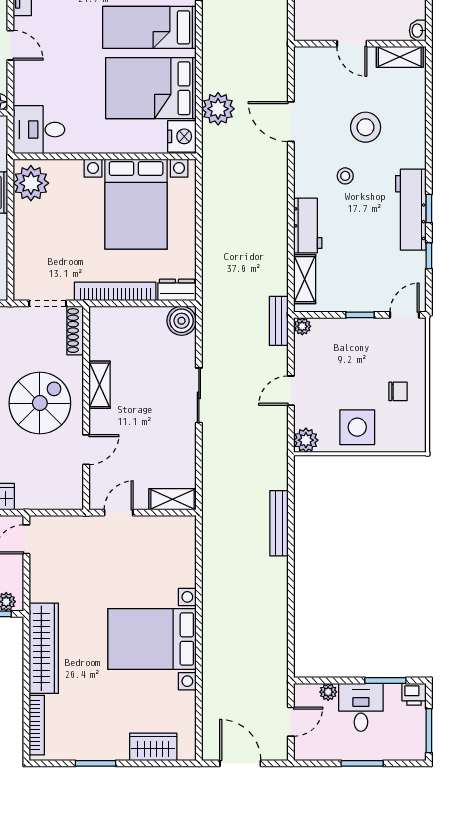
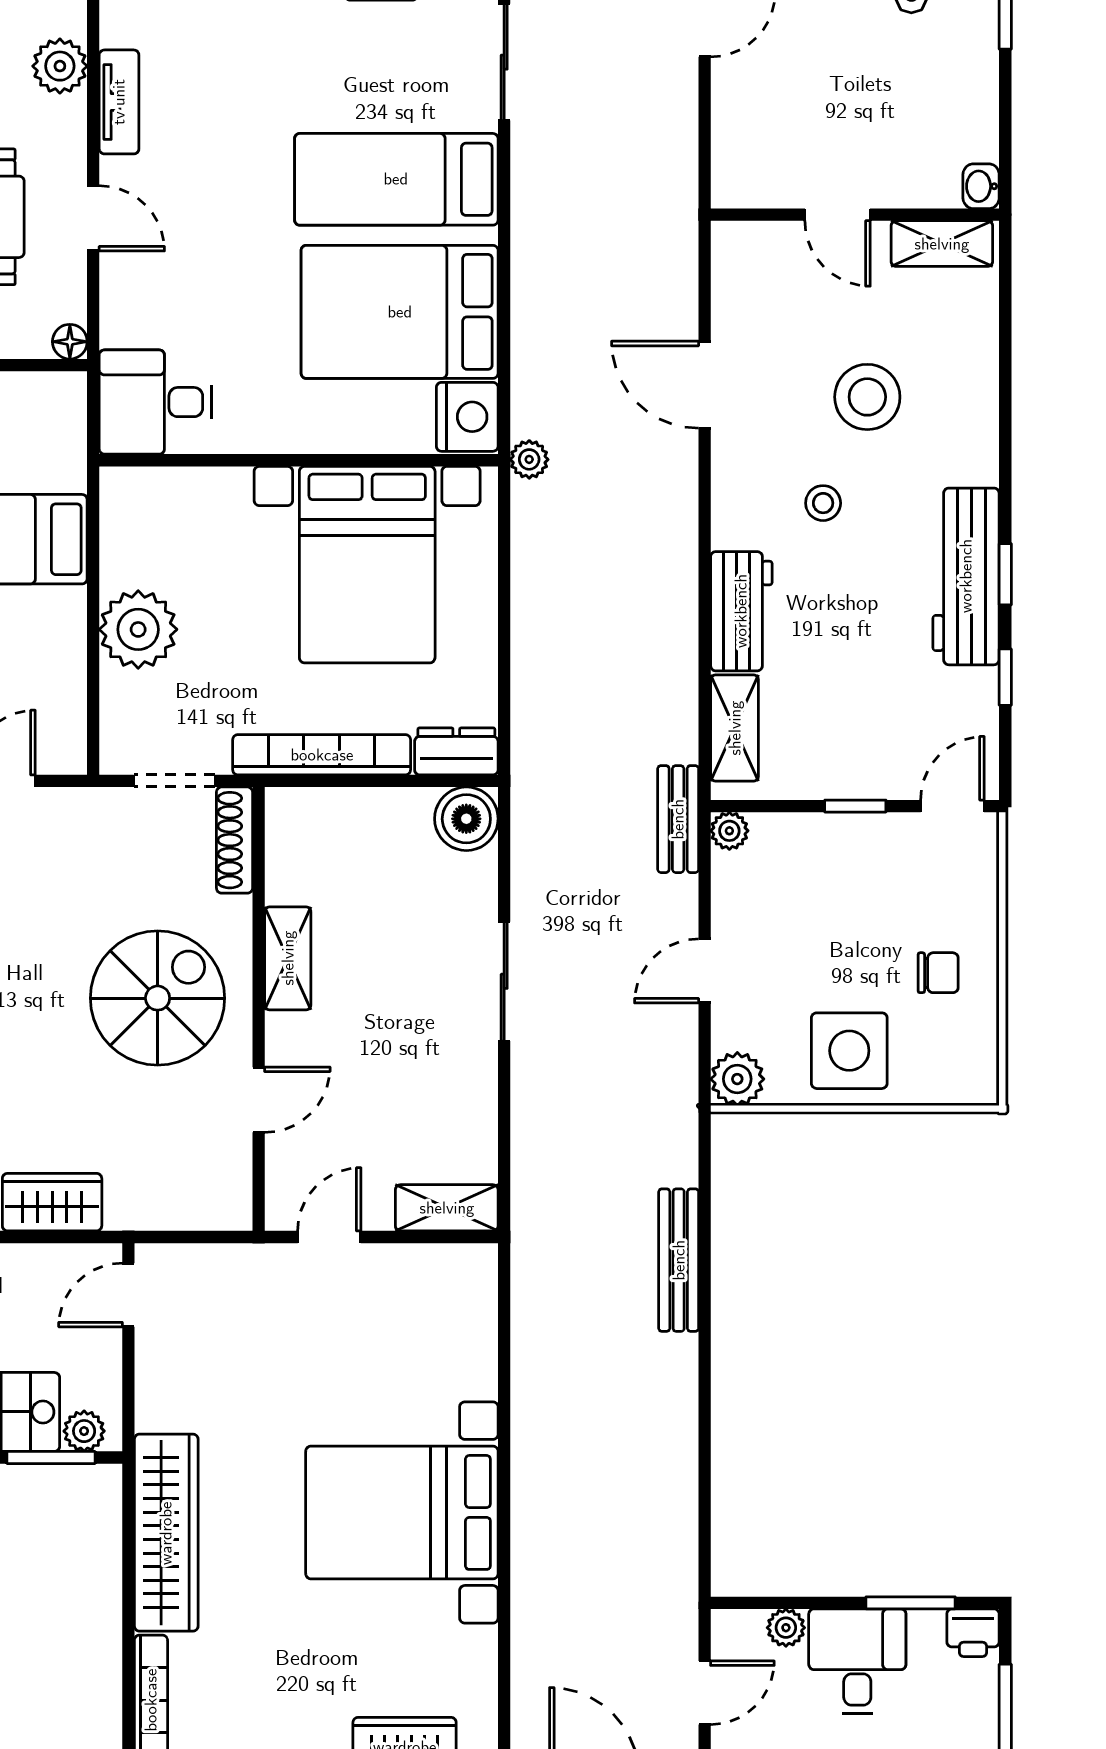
plant: (218, 109) -> (529, 459), moved, width x0.53, depth x0.53
plant: (31, 183) -> (138, 629), moved

